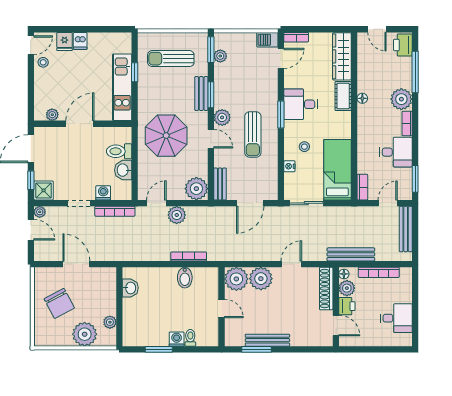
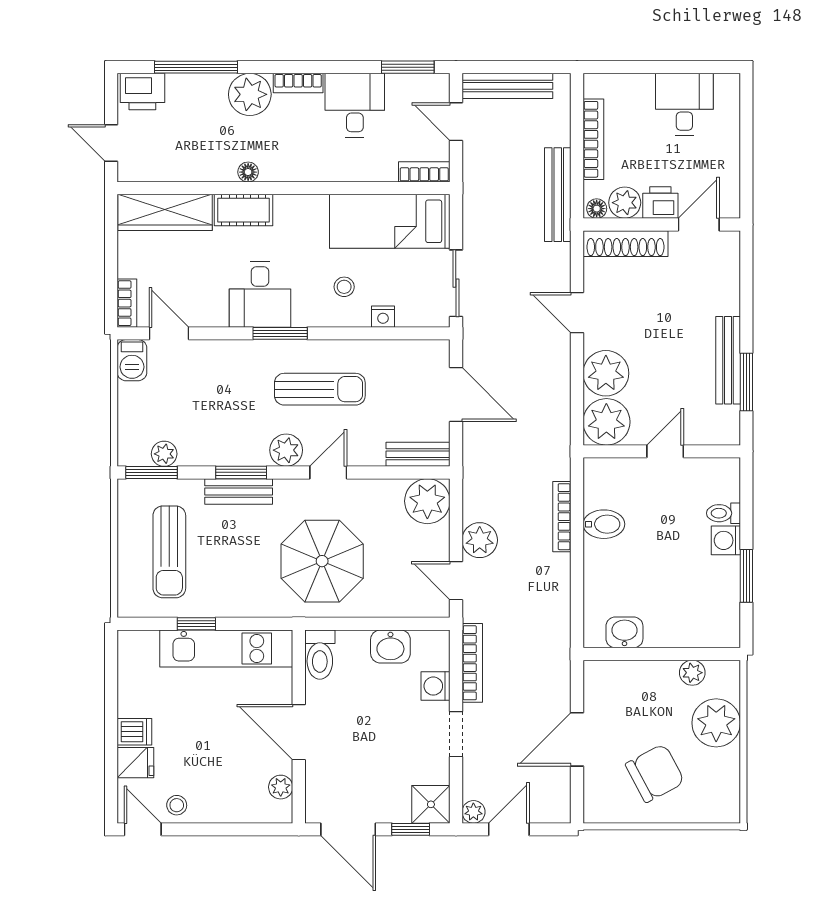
door: (377, 29) -> (111, 143), swing flipped
toilet: (119, 151) -> (320, 655), moved

